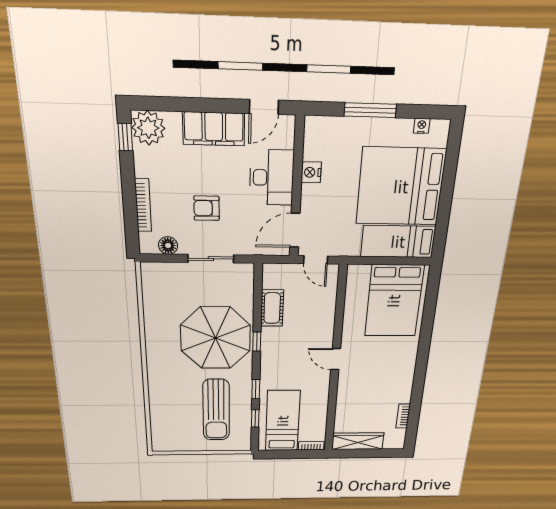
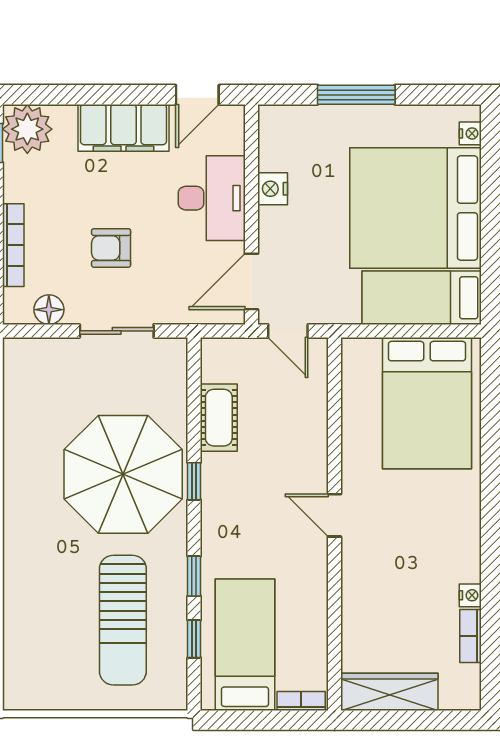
nightstand: (422, 126) -> (470, 133), moved, turned 90
nightstand: (406, 397) -> (470, 595), added

